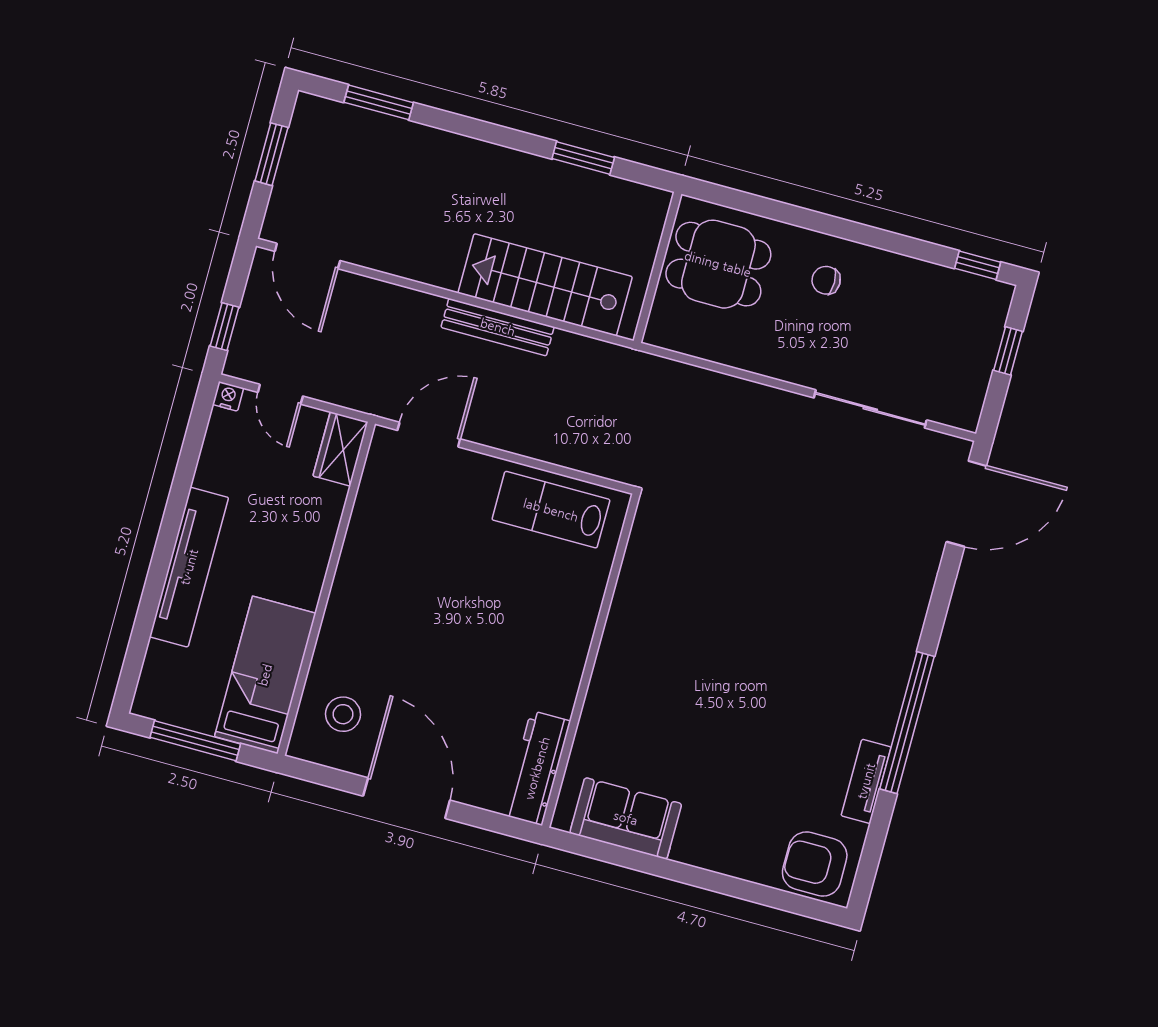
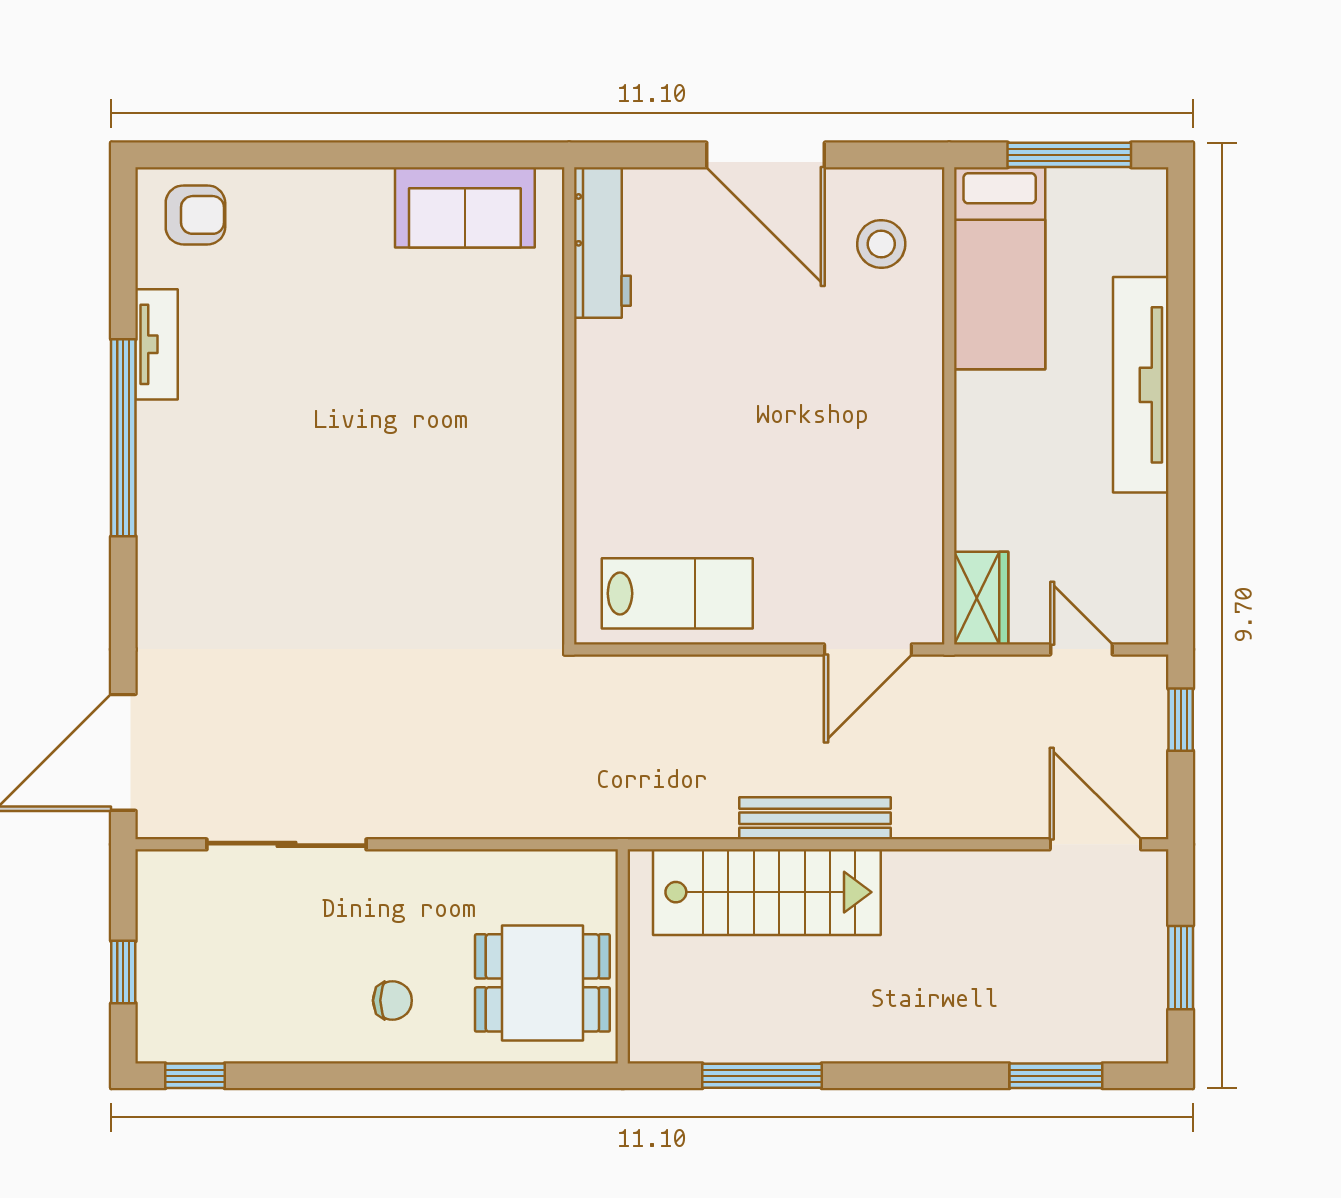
window: (583, 158) -> (762, 1076), width x1.44
nightstand: (228, 396) -> (1151, 628), removed
armchair: (815, 864) -> (195, 215), width x0.72, depth x0.72

